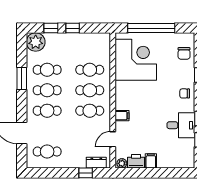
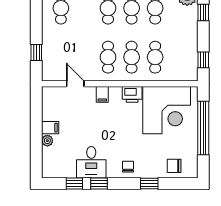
window: (73, 28) -> (203, 60), moved
printer: (136, 161) -> (132, 94), moved, turned 90
dresser: (96, 163) -> (48, 65), removed
plant: (122, 163) -> (47, 141), moved

